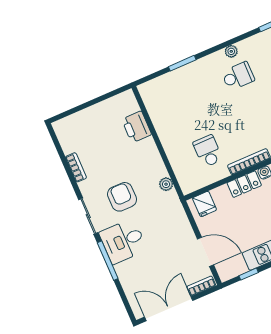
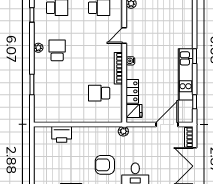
plant: (166, 184) -> (123, 131), moved
locker: (244, 184) -> (132, 91), moved

